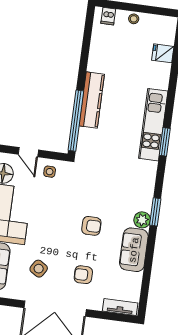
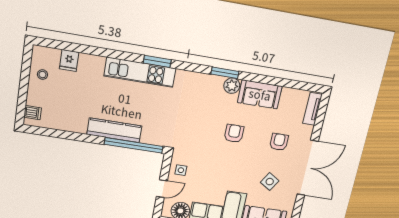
stool: (134, 19) -> (42, 75), moved
armchair: (83, 275) -> (279, 142), turned 180

